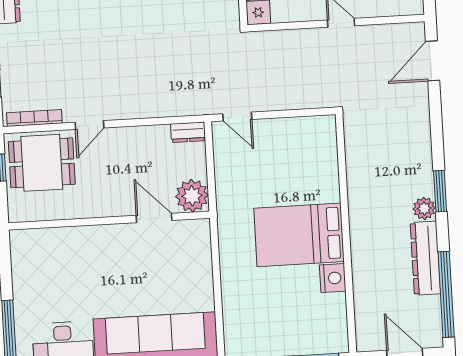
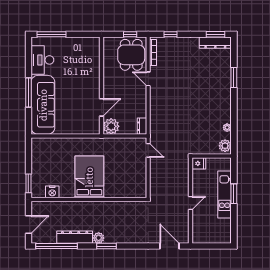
door: (237, 117) -> (148, 150), swing flipped
nightstand: (333, 278) -> (52, 192), moved

